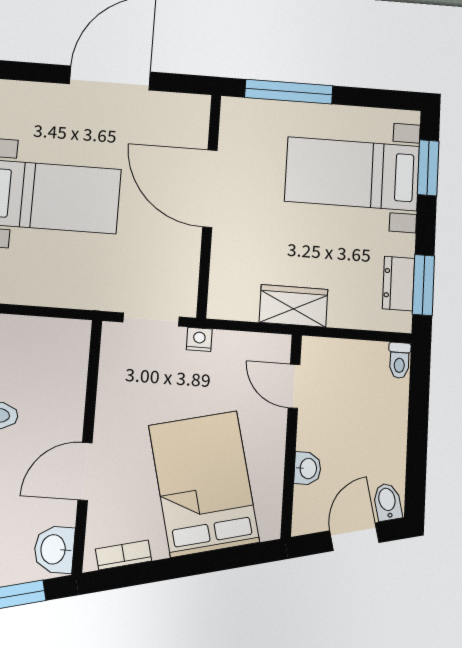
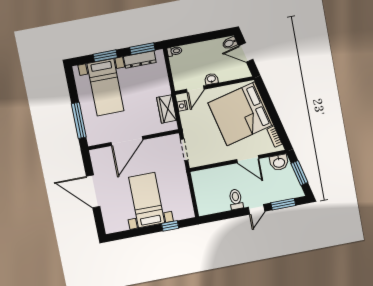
window: (428, 168) -> (105, 56), moved
dresser: (399, 284) -> (140, 59), width x1.44
wardrobe: (294, 306) -> (167, 109), moved
nightstand: (199, 339) -> (182, 106), moved
washbasin: (308, 468) -> (211, 79), moved
bed: (204, 484) -> (241, 114), width x1.36

